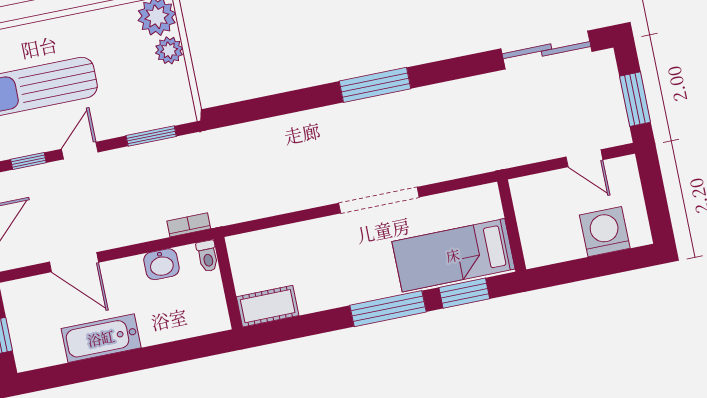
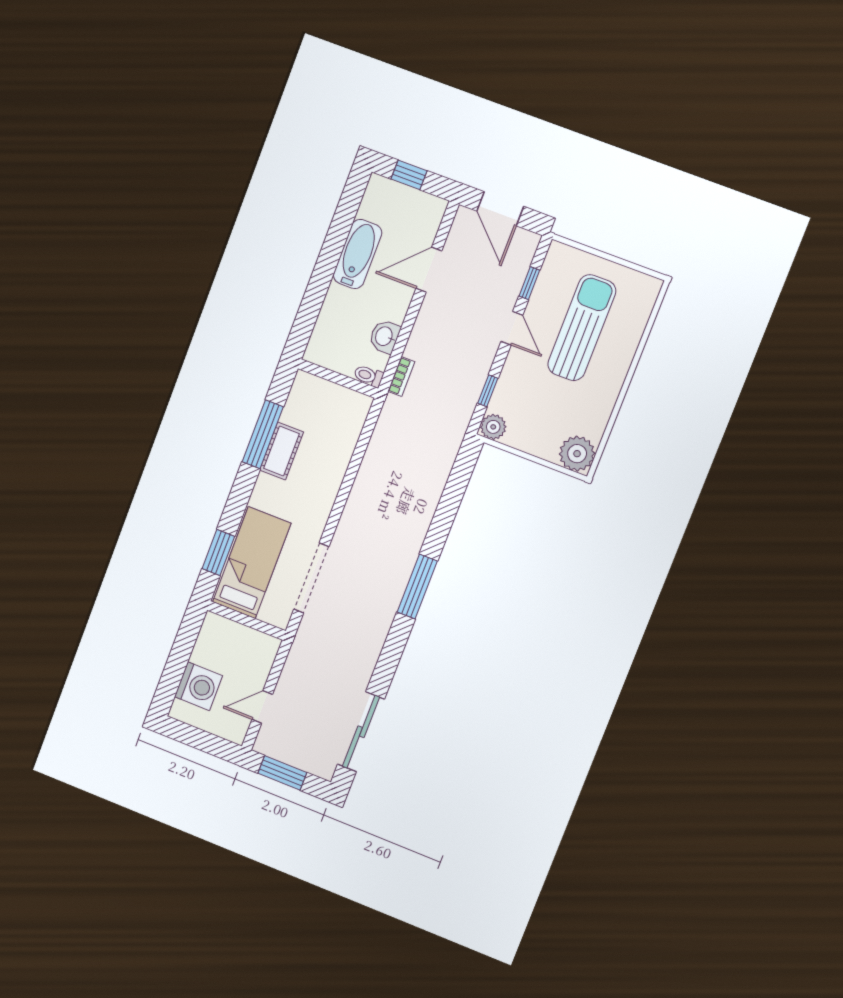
plant: (169, 50) -> (493, 427), moved
window: (151, 136) -> (488, 391), width x0.67
doorway: (379, 200) -> (311, 578), moved
cot: (268, 306) -> (282, 451), moved
window: (388, 309) -> (263, 434), moved

